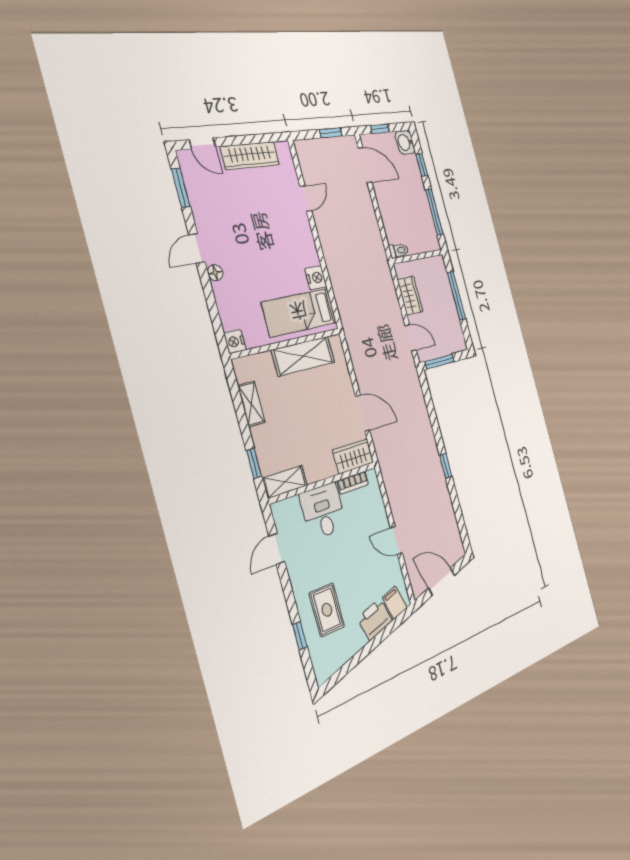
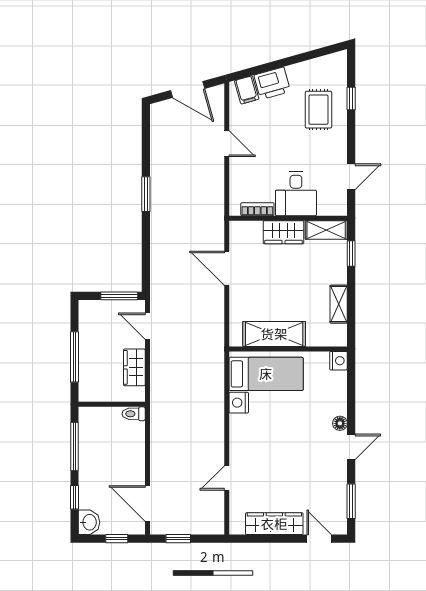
wardrobe: (353, 456) -> (284, 232), moved
window: (446, 466) -> (146, 194), width x1.50

